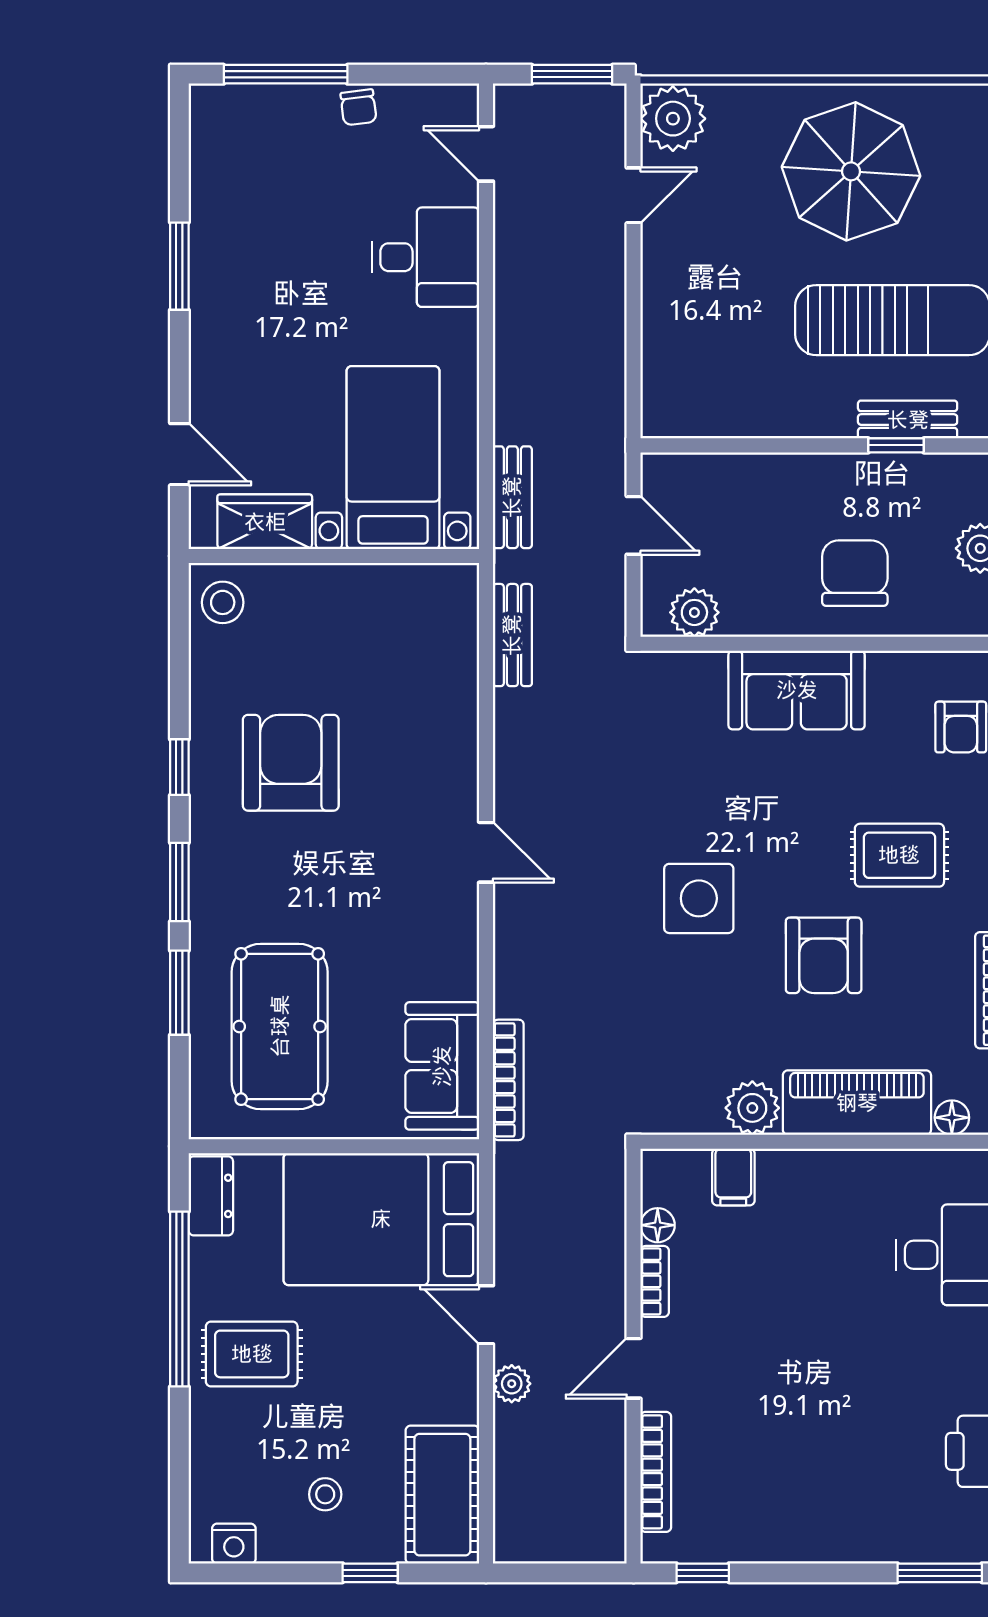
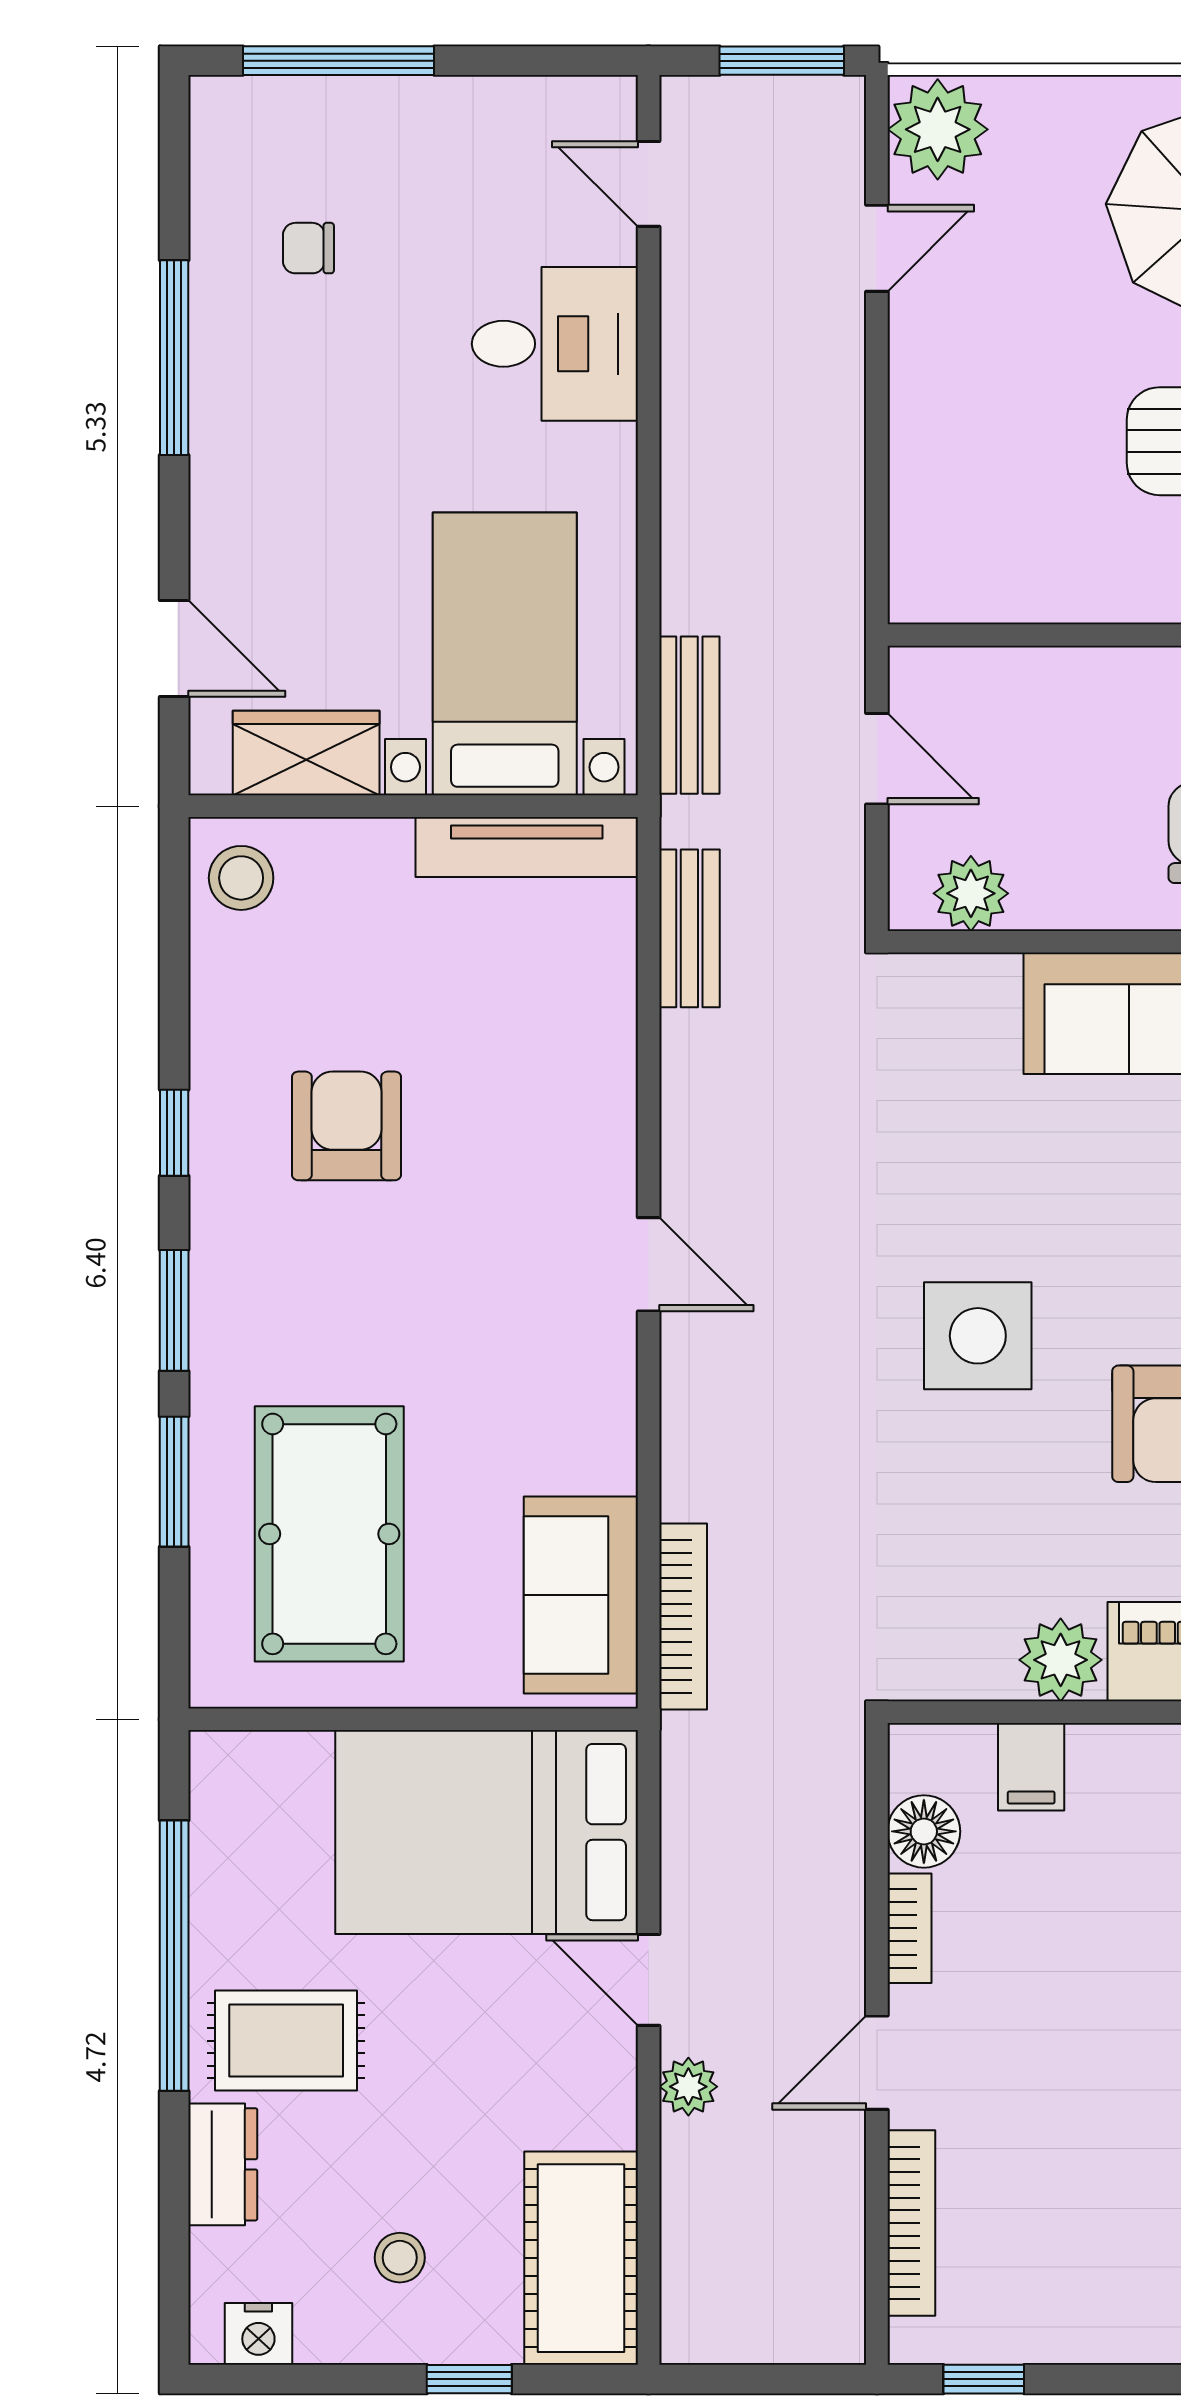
chair: (358, 107) -> (308, 248), moved, turned 97
window: (179, 266) -> (174, 358), width x1.44
tv unit: (407, 582) -> (527, 847), added
armchair: (291, 763) -> (347, 1126), width x0.73, depth x0.73
dresser: (211, 1196) -> (223, 2164), moved
floor lamp: (658, 1225) -> (924, 1831), width x1.37, depth x1.37

